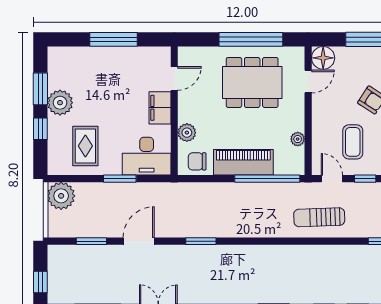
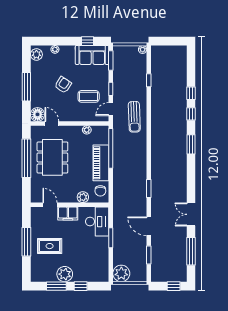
rug: (85, 146) -> (50, 246), moved

